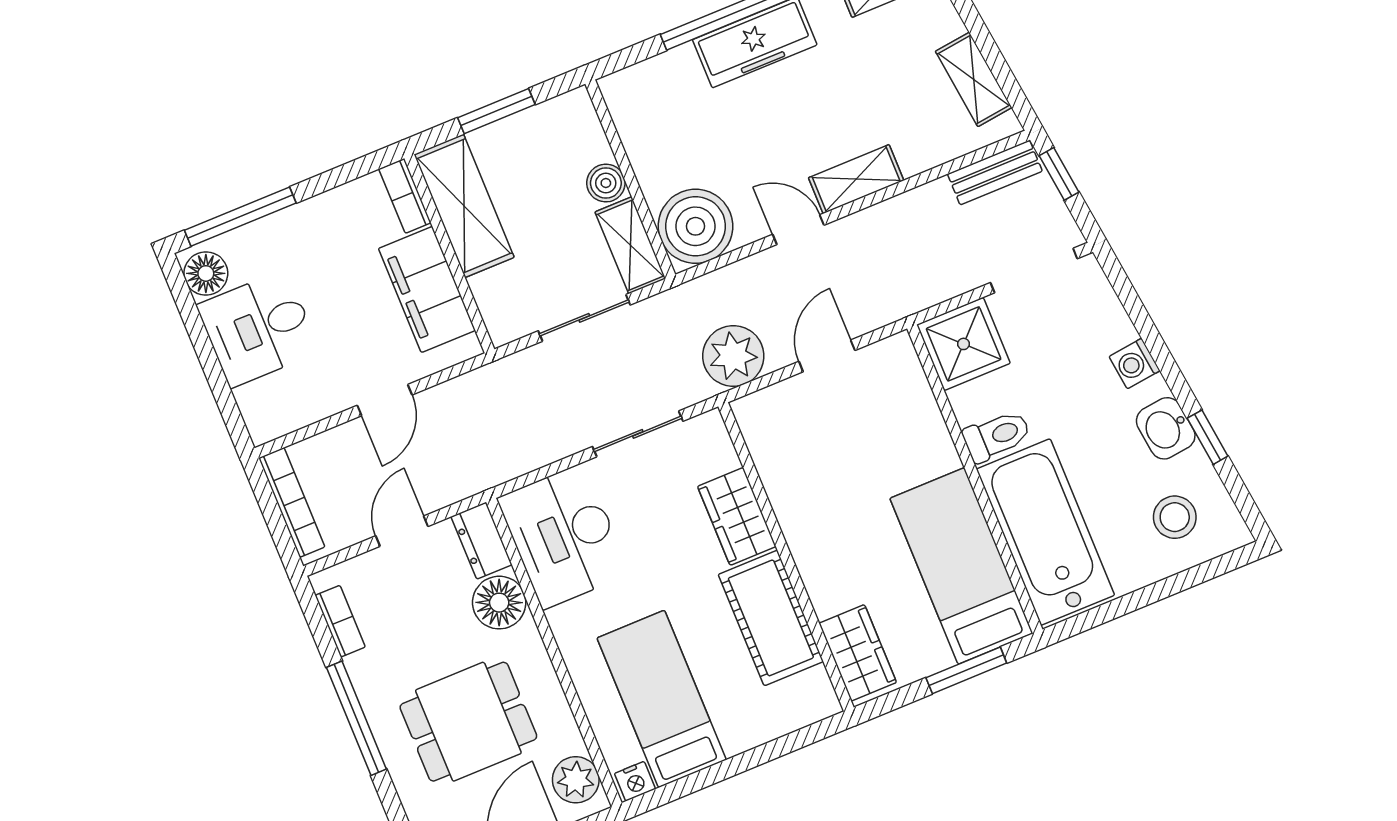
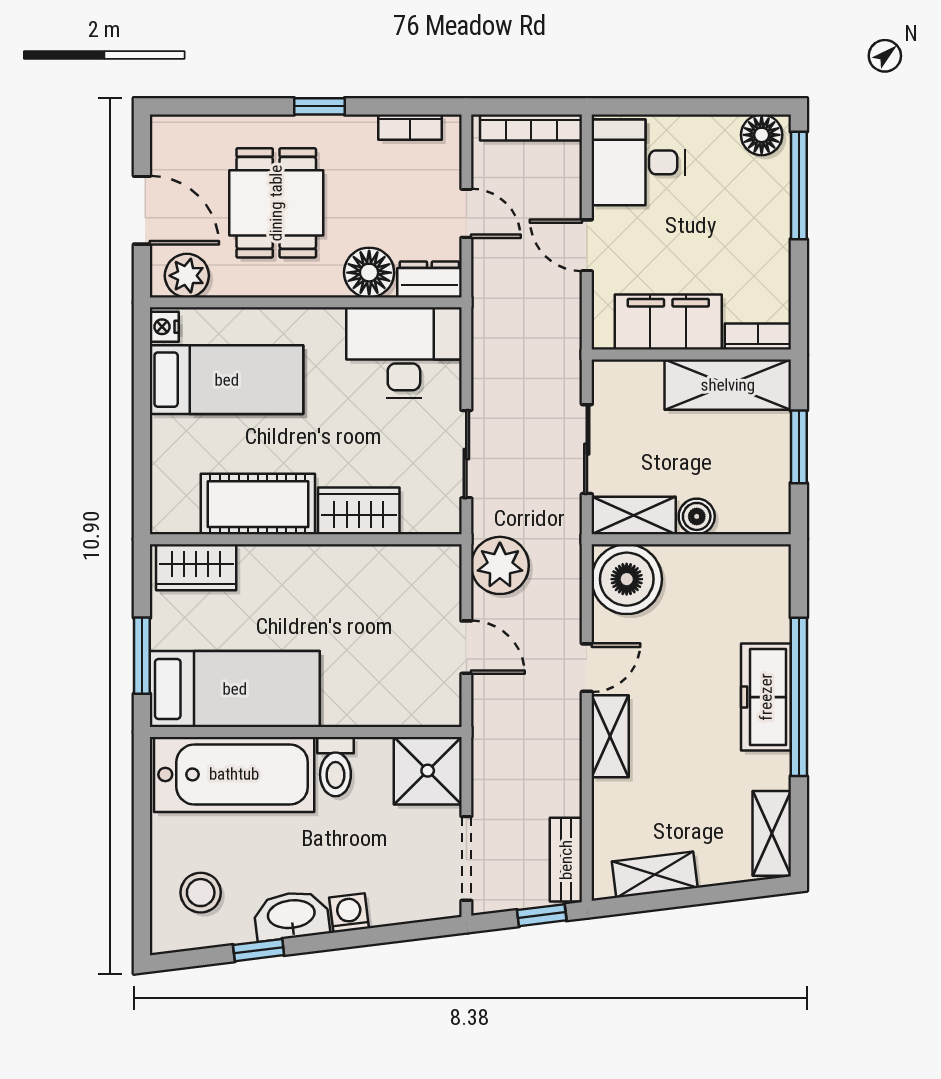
desk: (258, 328) -> (638, 162), moved, turned -90
washbasin: (1166, 428) -> (291, 915), width x1.38
window: (356, 718) -> (319, 106), width x0.46

